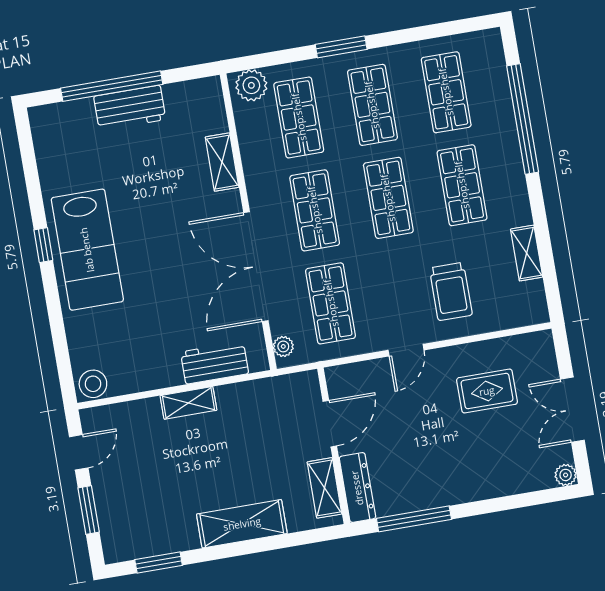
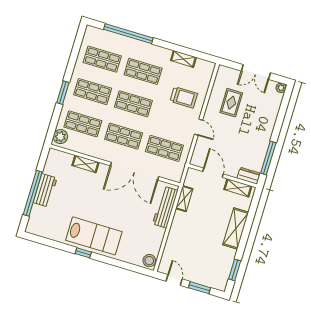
plant: (283, 346) -> (172, 176), removed
workbench: (215, 363) -> (165, 207), width x1.38
shelving: (188, 403) -> (184, 199), moved
dresser: (357, 488) -> (249, 176), width x0.70

